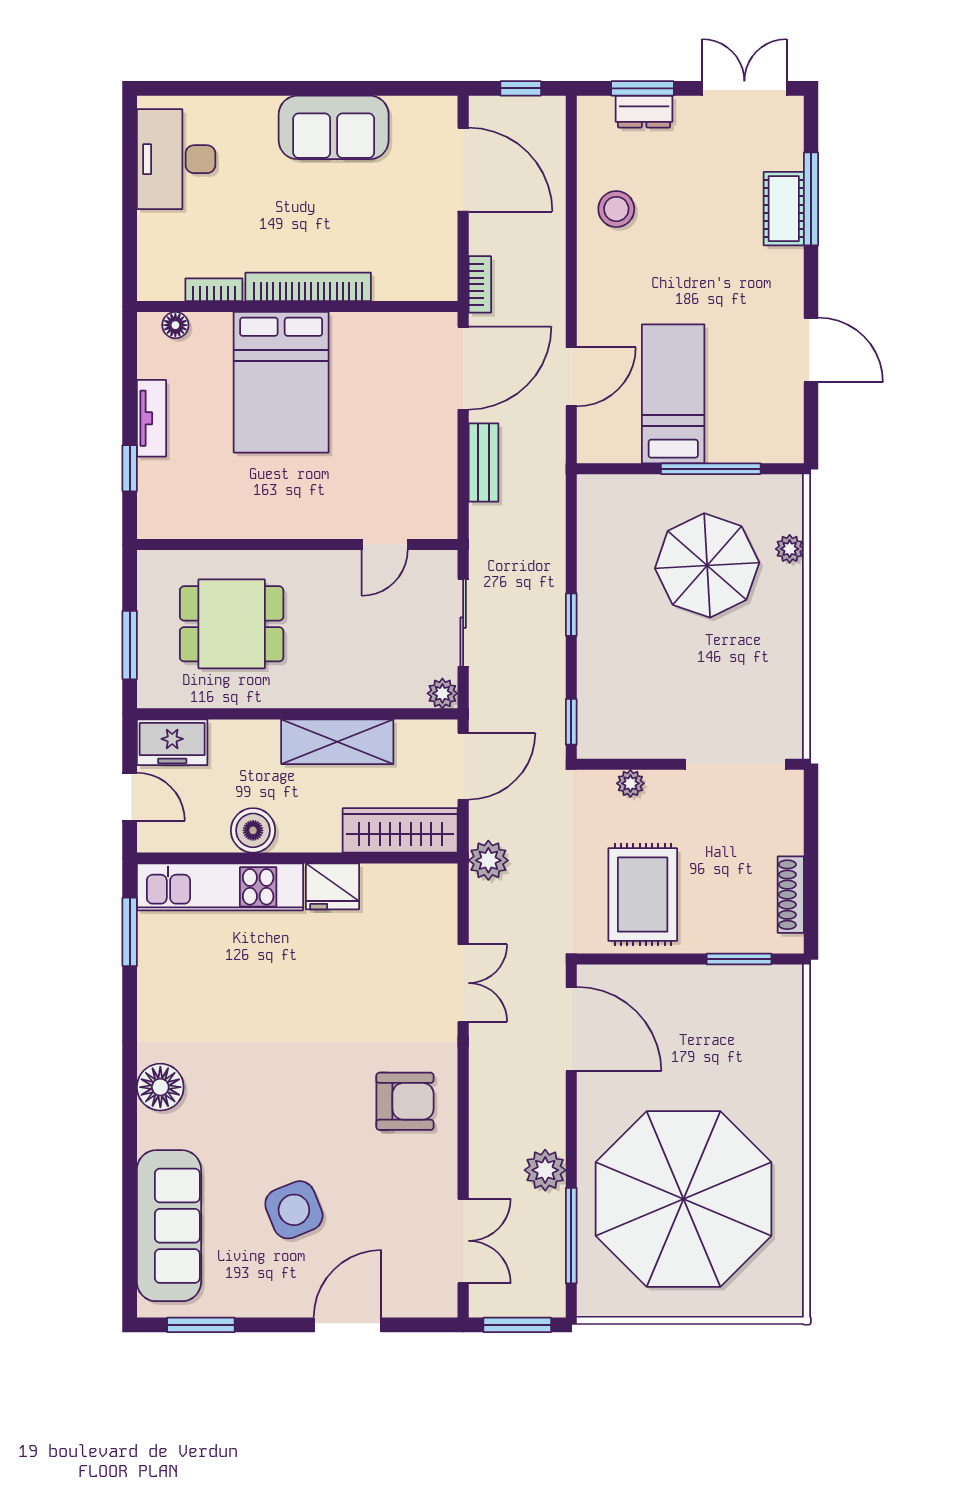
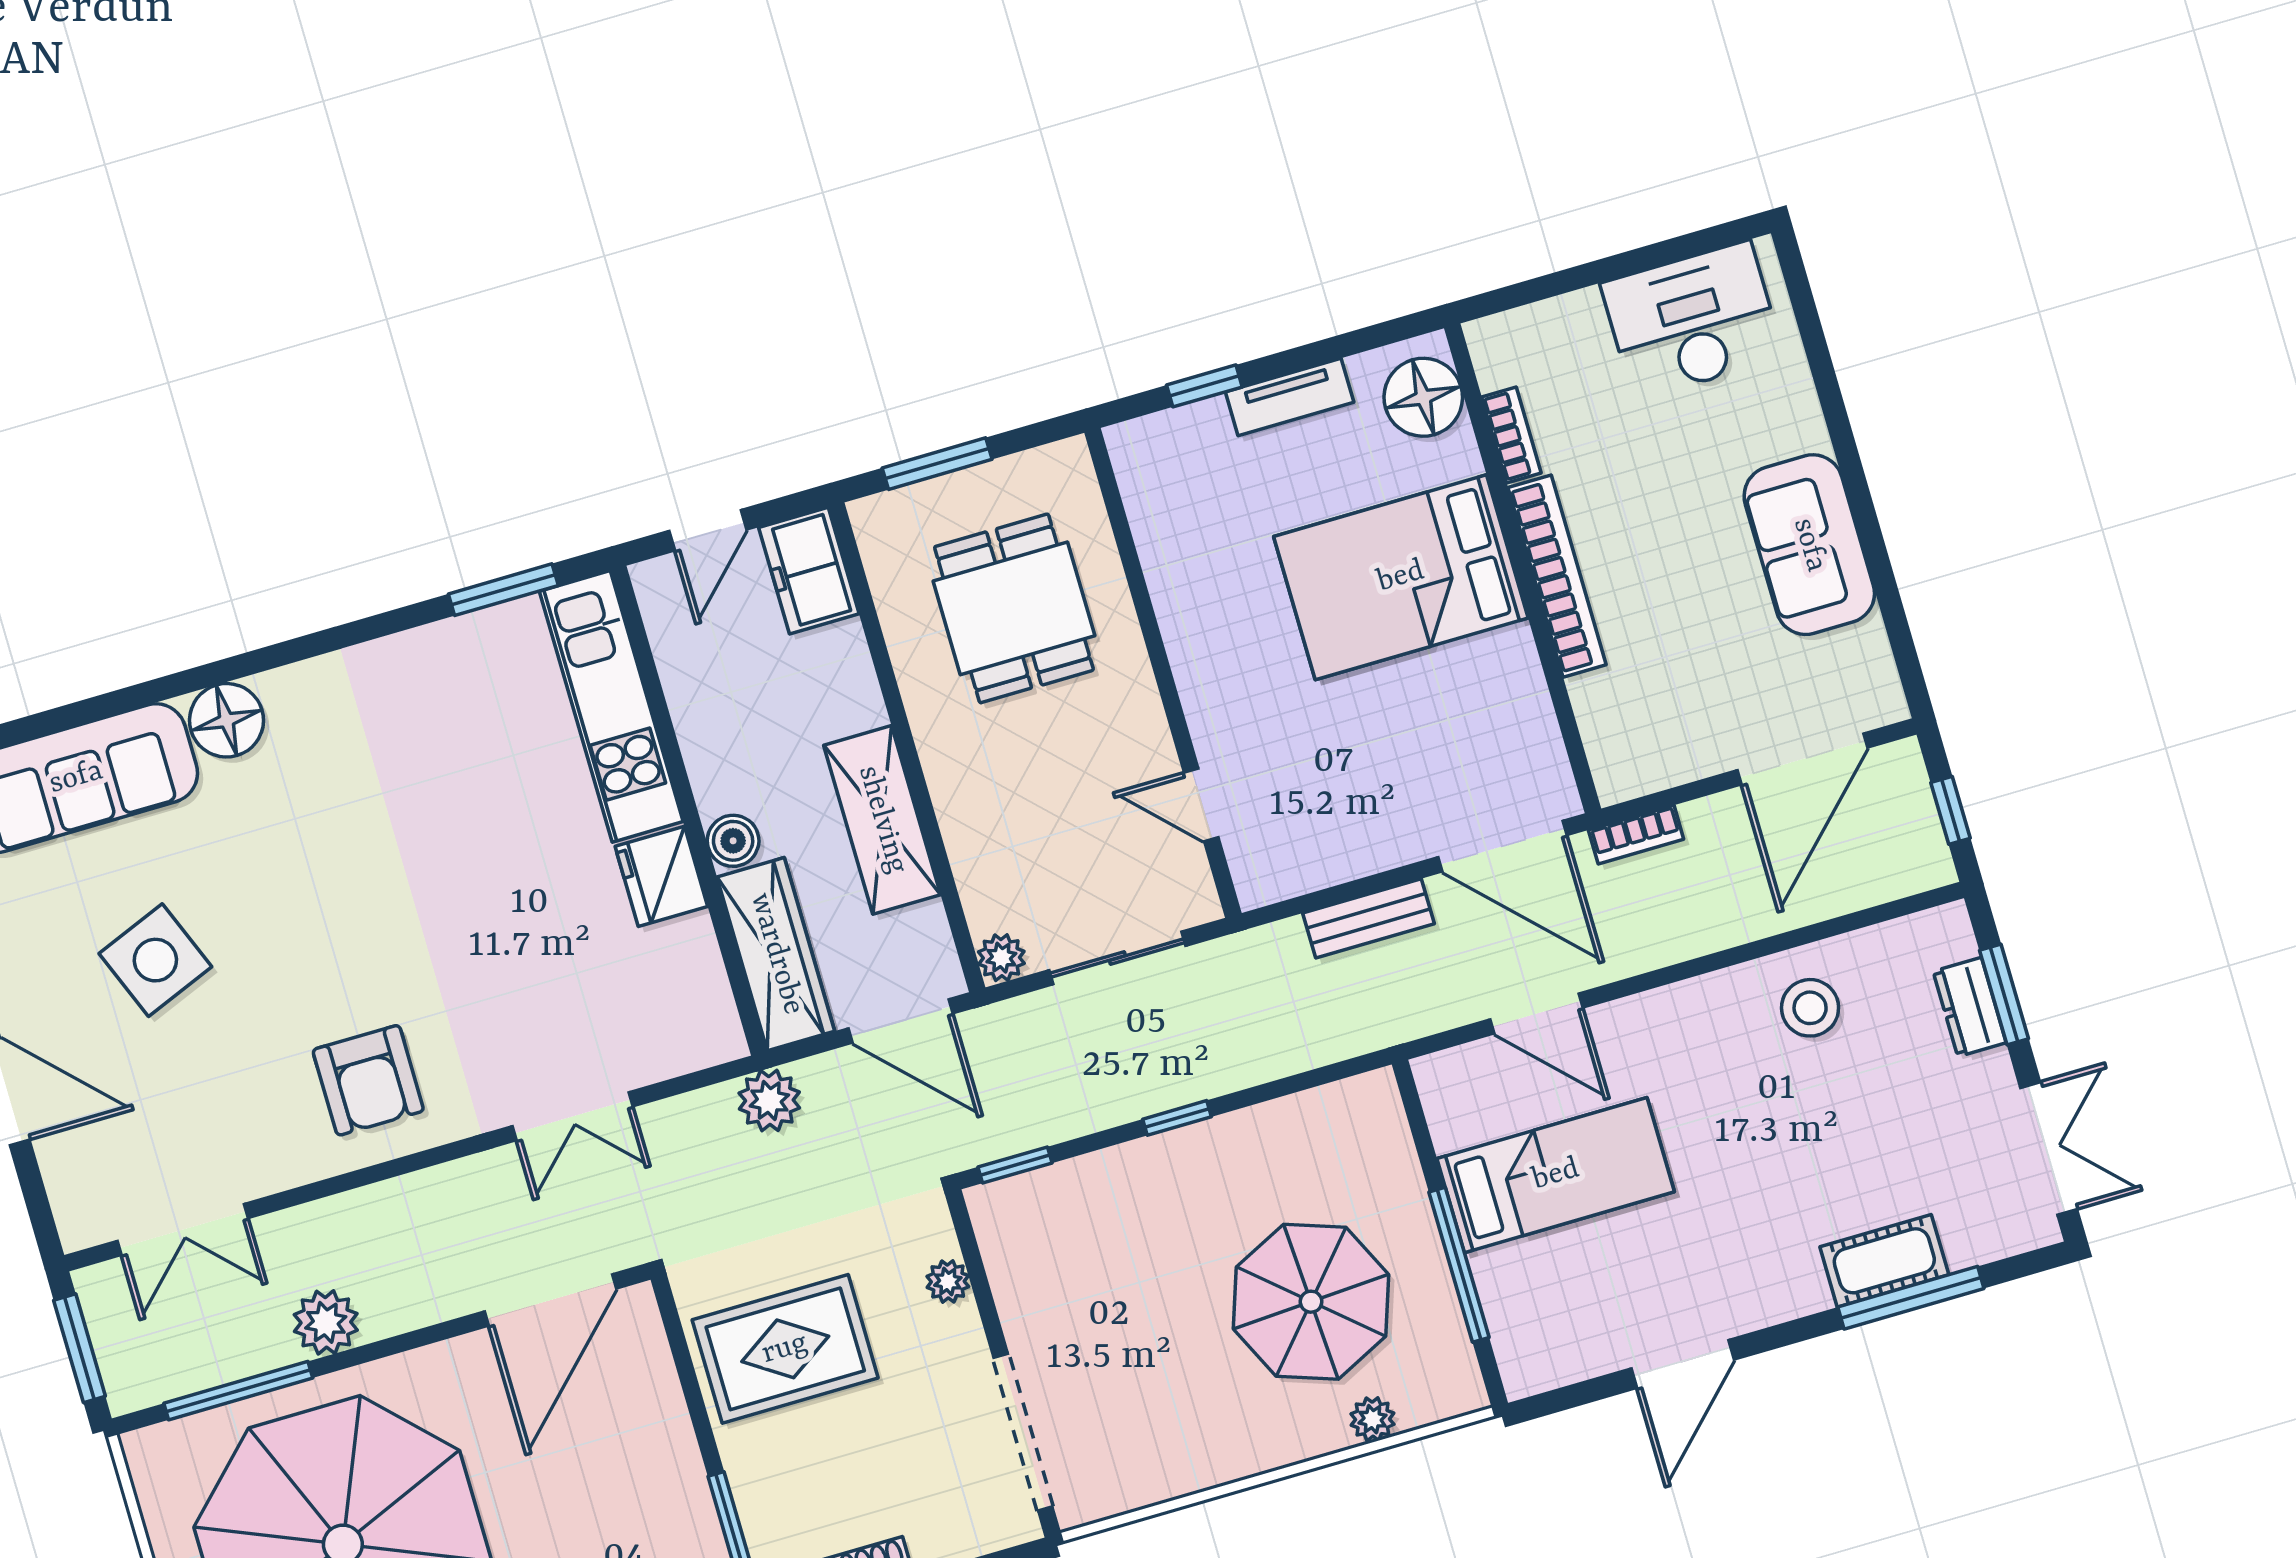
floor lamp: (175, 325) -> (1423, 397), width x1.89, depth x1.89
boiler: (253, 830) -> (733, 841), moved, width x0.73, depth x0.73
floor lamp: (160, 1087) -> (227, 720), moved

